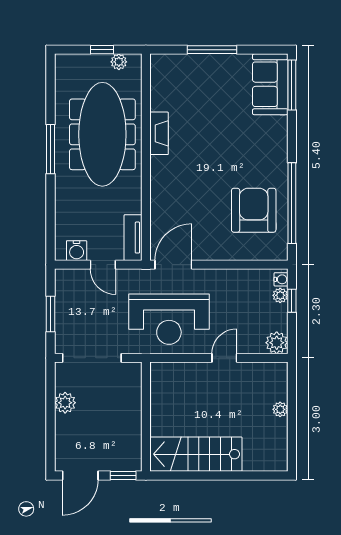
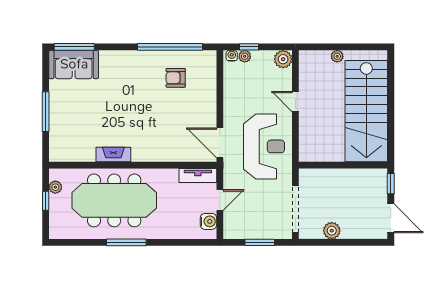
armchair: (254, 210) -> (176, 78), width x0.53, depth x0.53
stairs: (196, 454) -> (366, 111), width x1.36, depth x1.51

